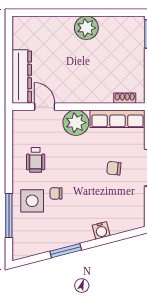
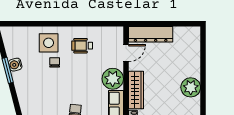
wardrobe: (90, 94) -> (136, 90), added
window: (9, 216) -> (36, 24), removed
water cooler: (101, 230) -> (15, 65), moved

